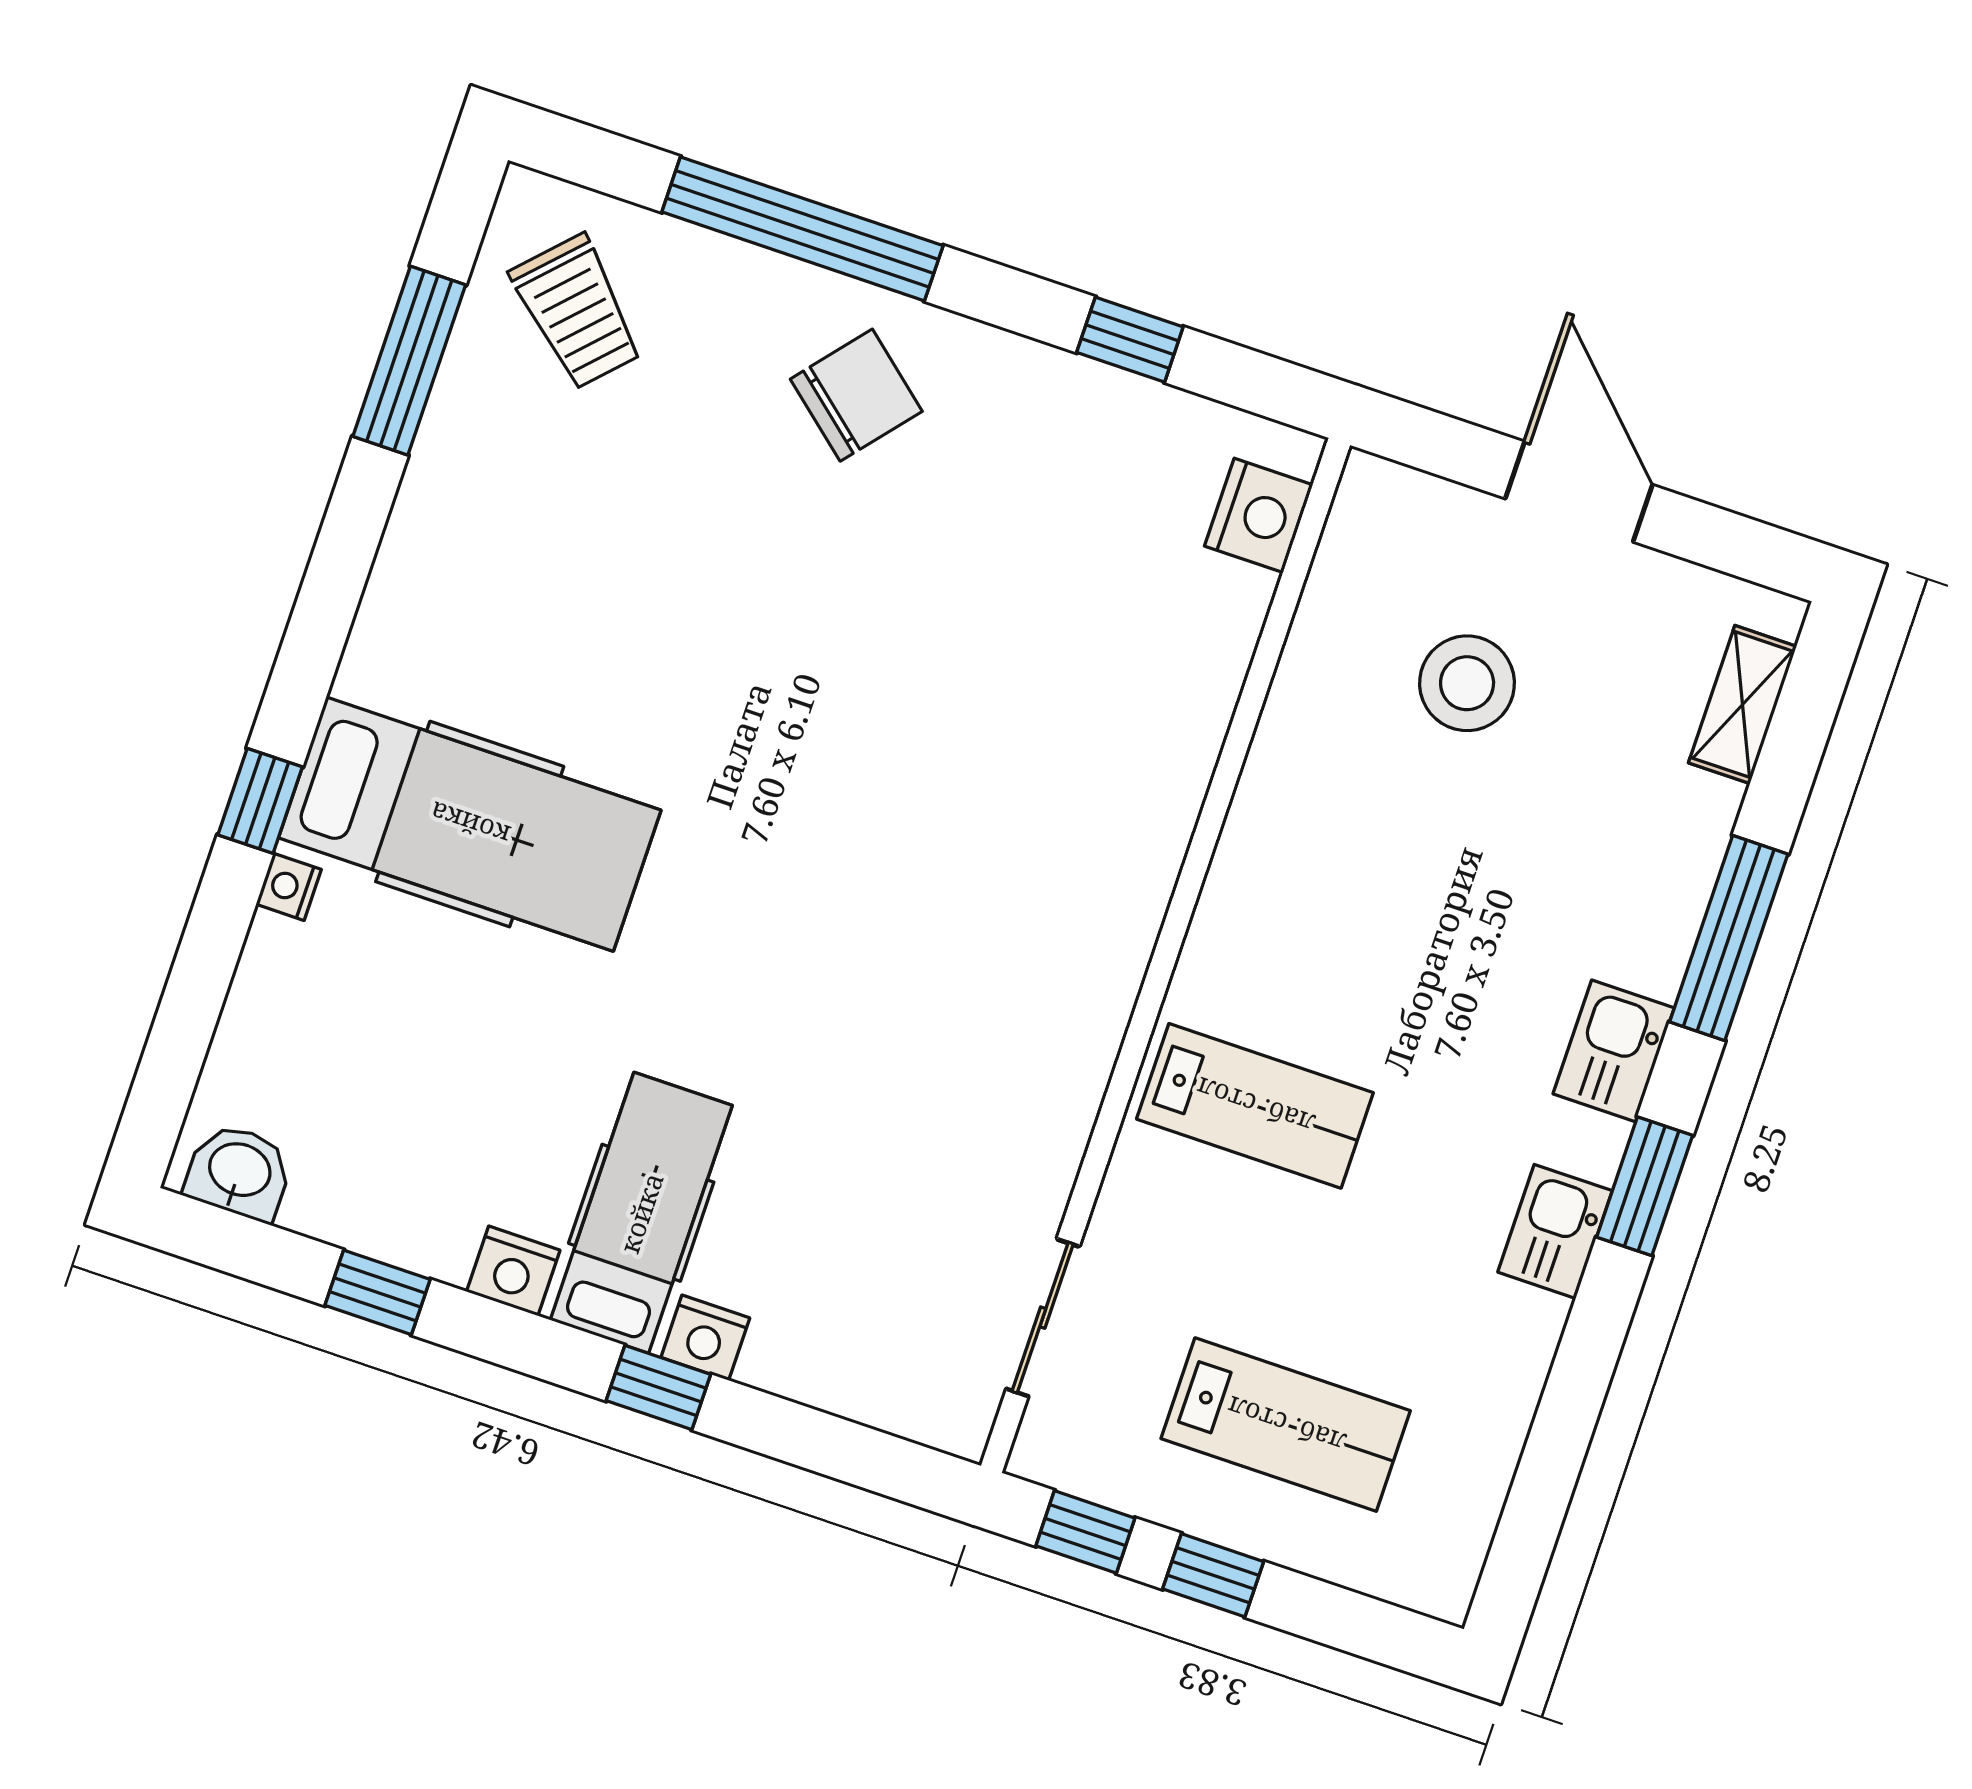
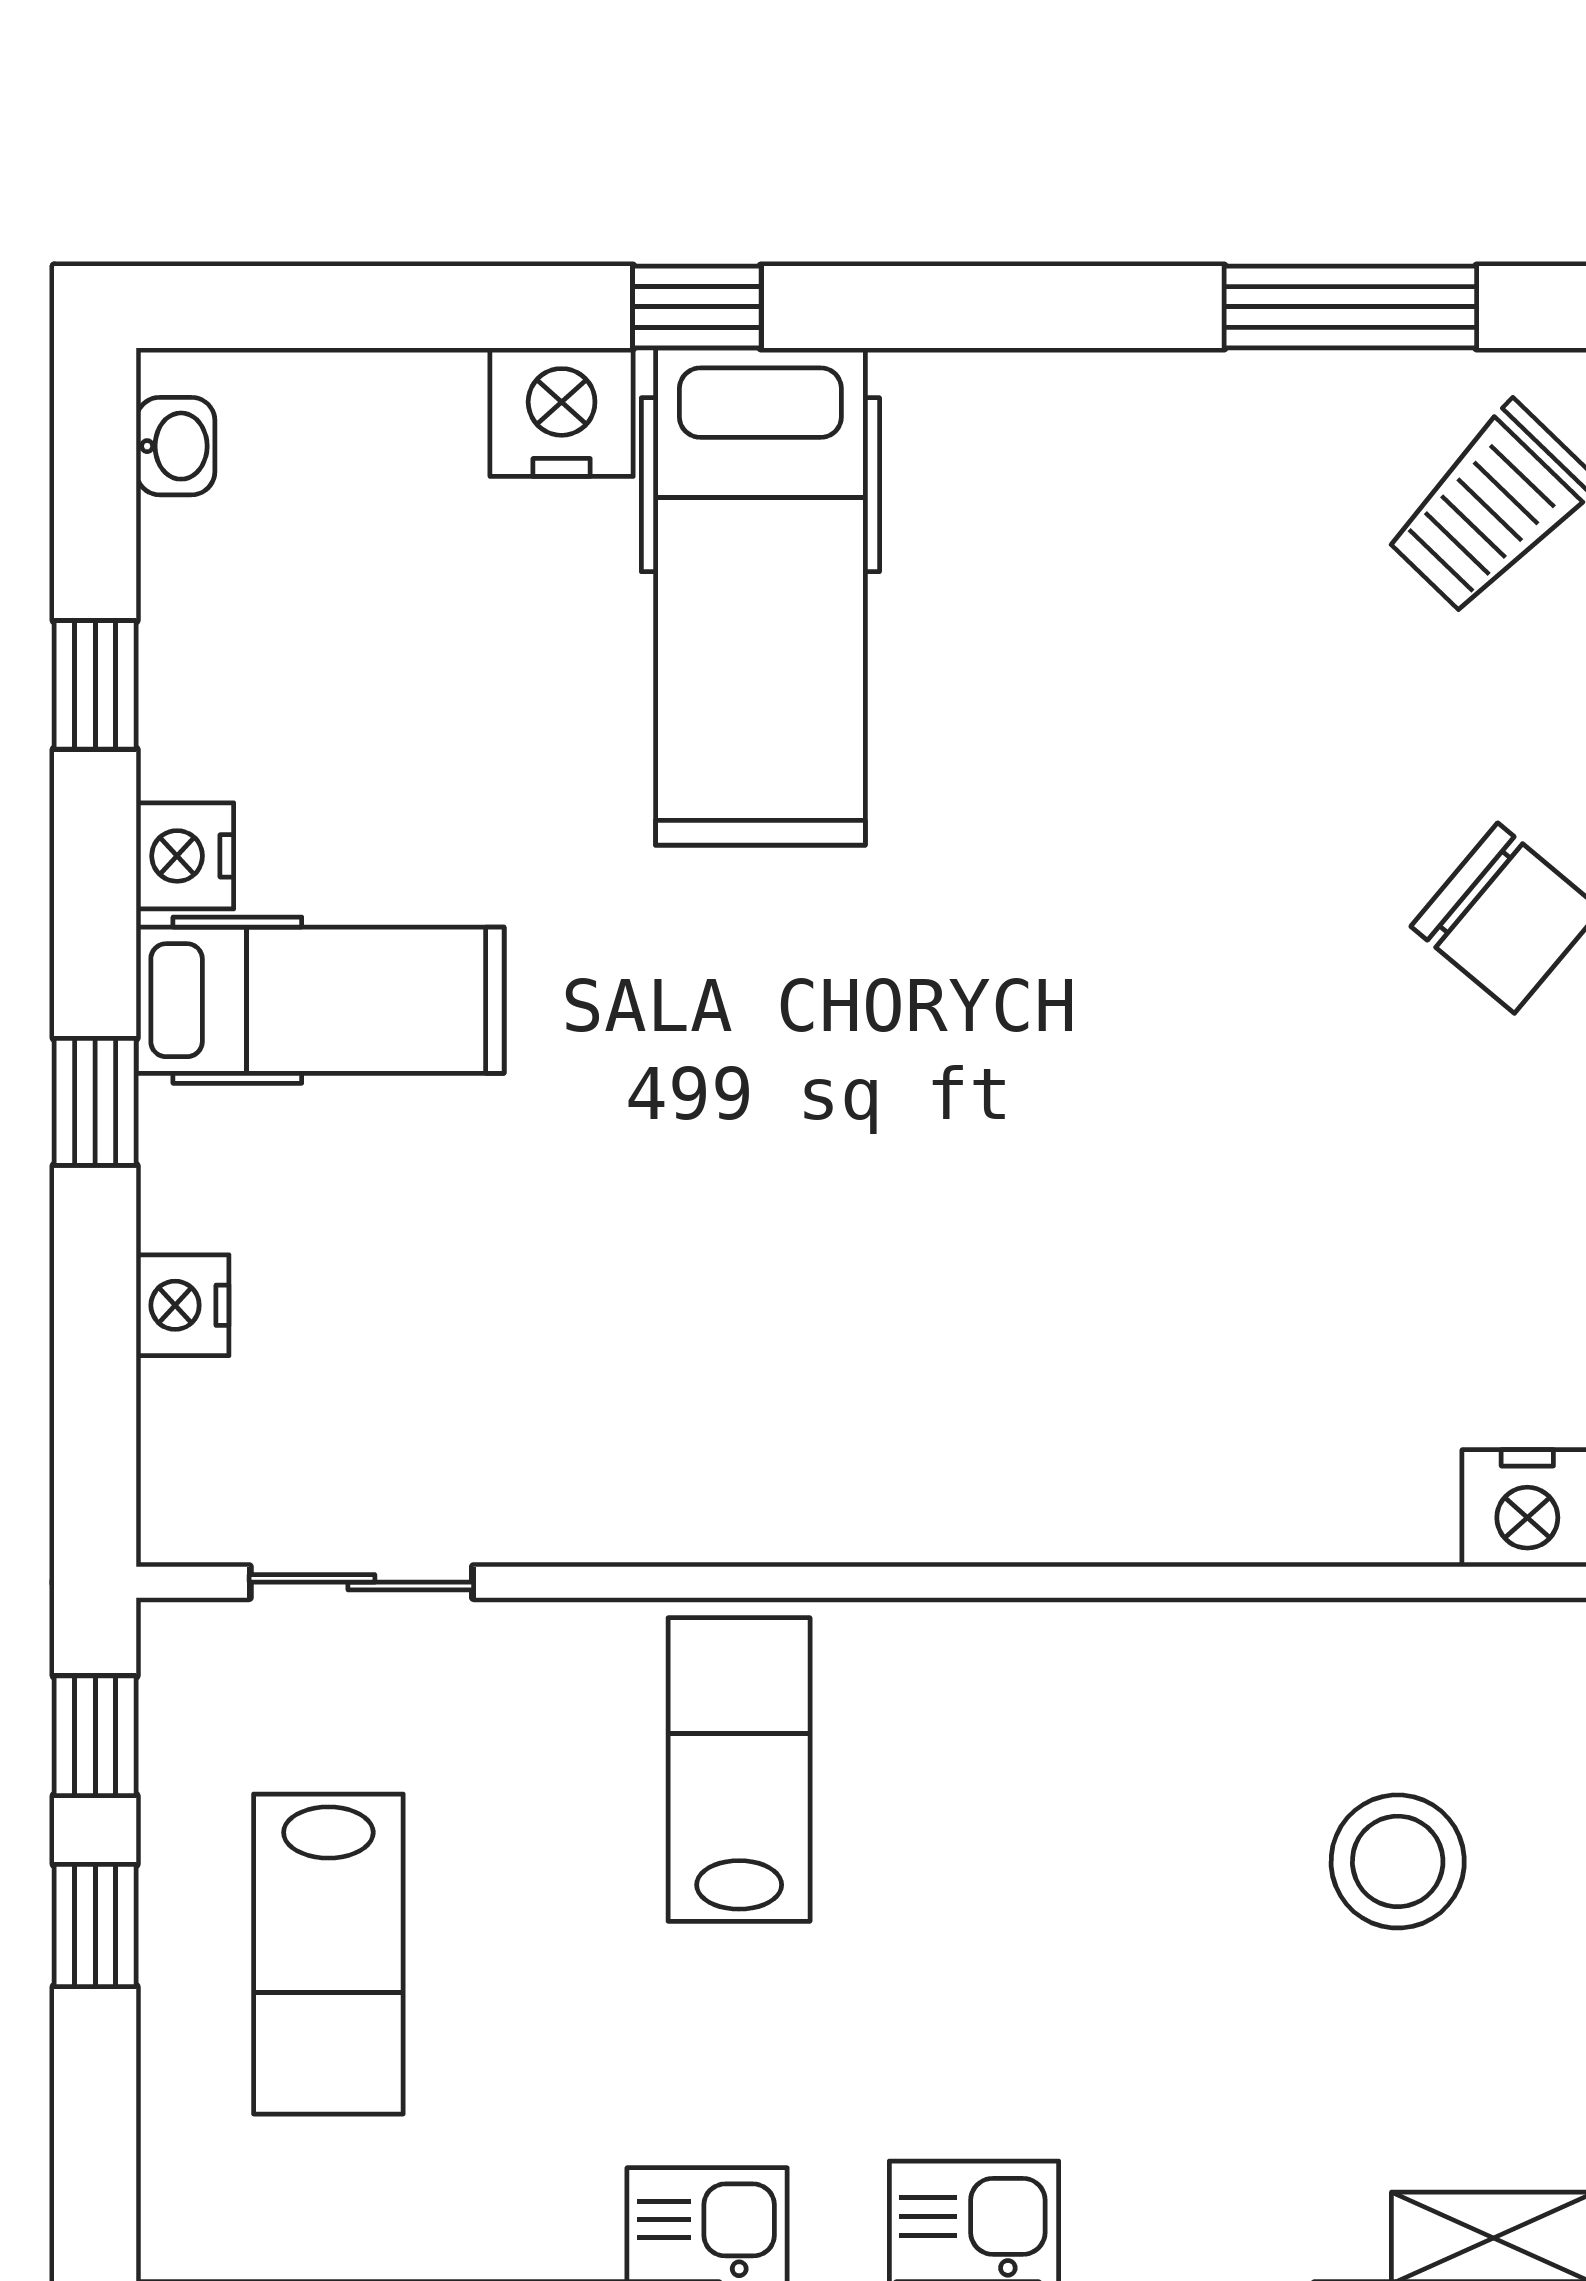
nightstand: (289, 887) -> (562, 412), width x1.89, depth x1.79
lab bench: (1255, 1106) -> (739, 1769), turned 180
washbasin: (239, 1172) -> (176, 446), width x0.72, depth x0.69
nightstand: (705, 1338) -> (182, 1305), moved

